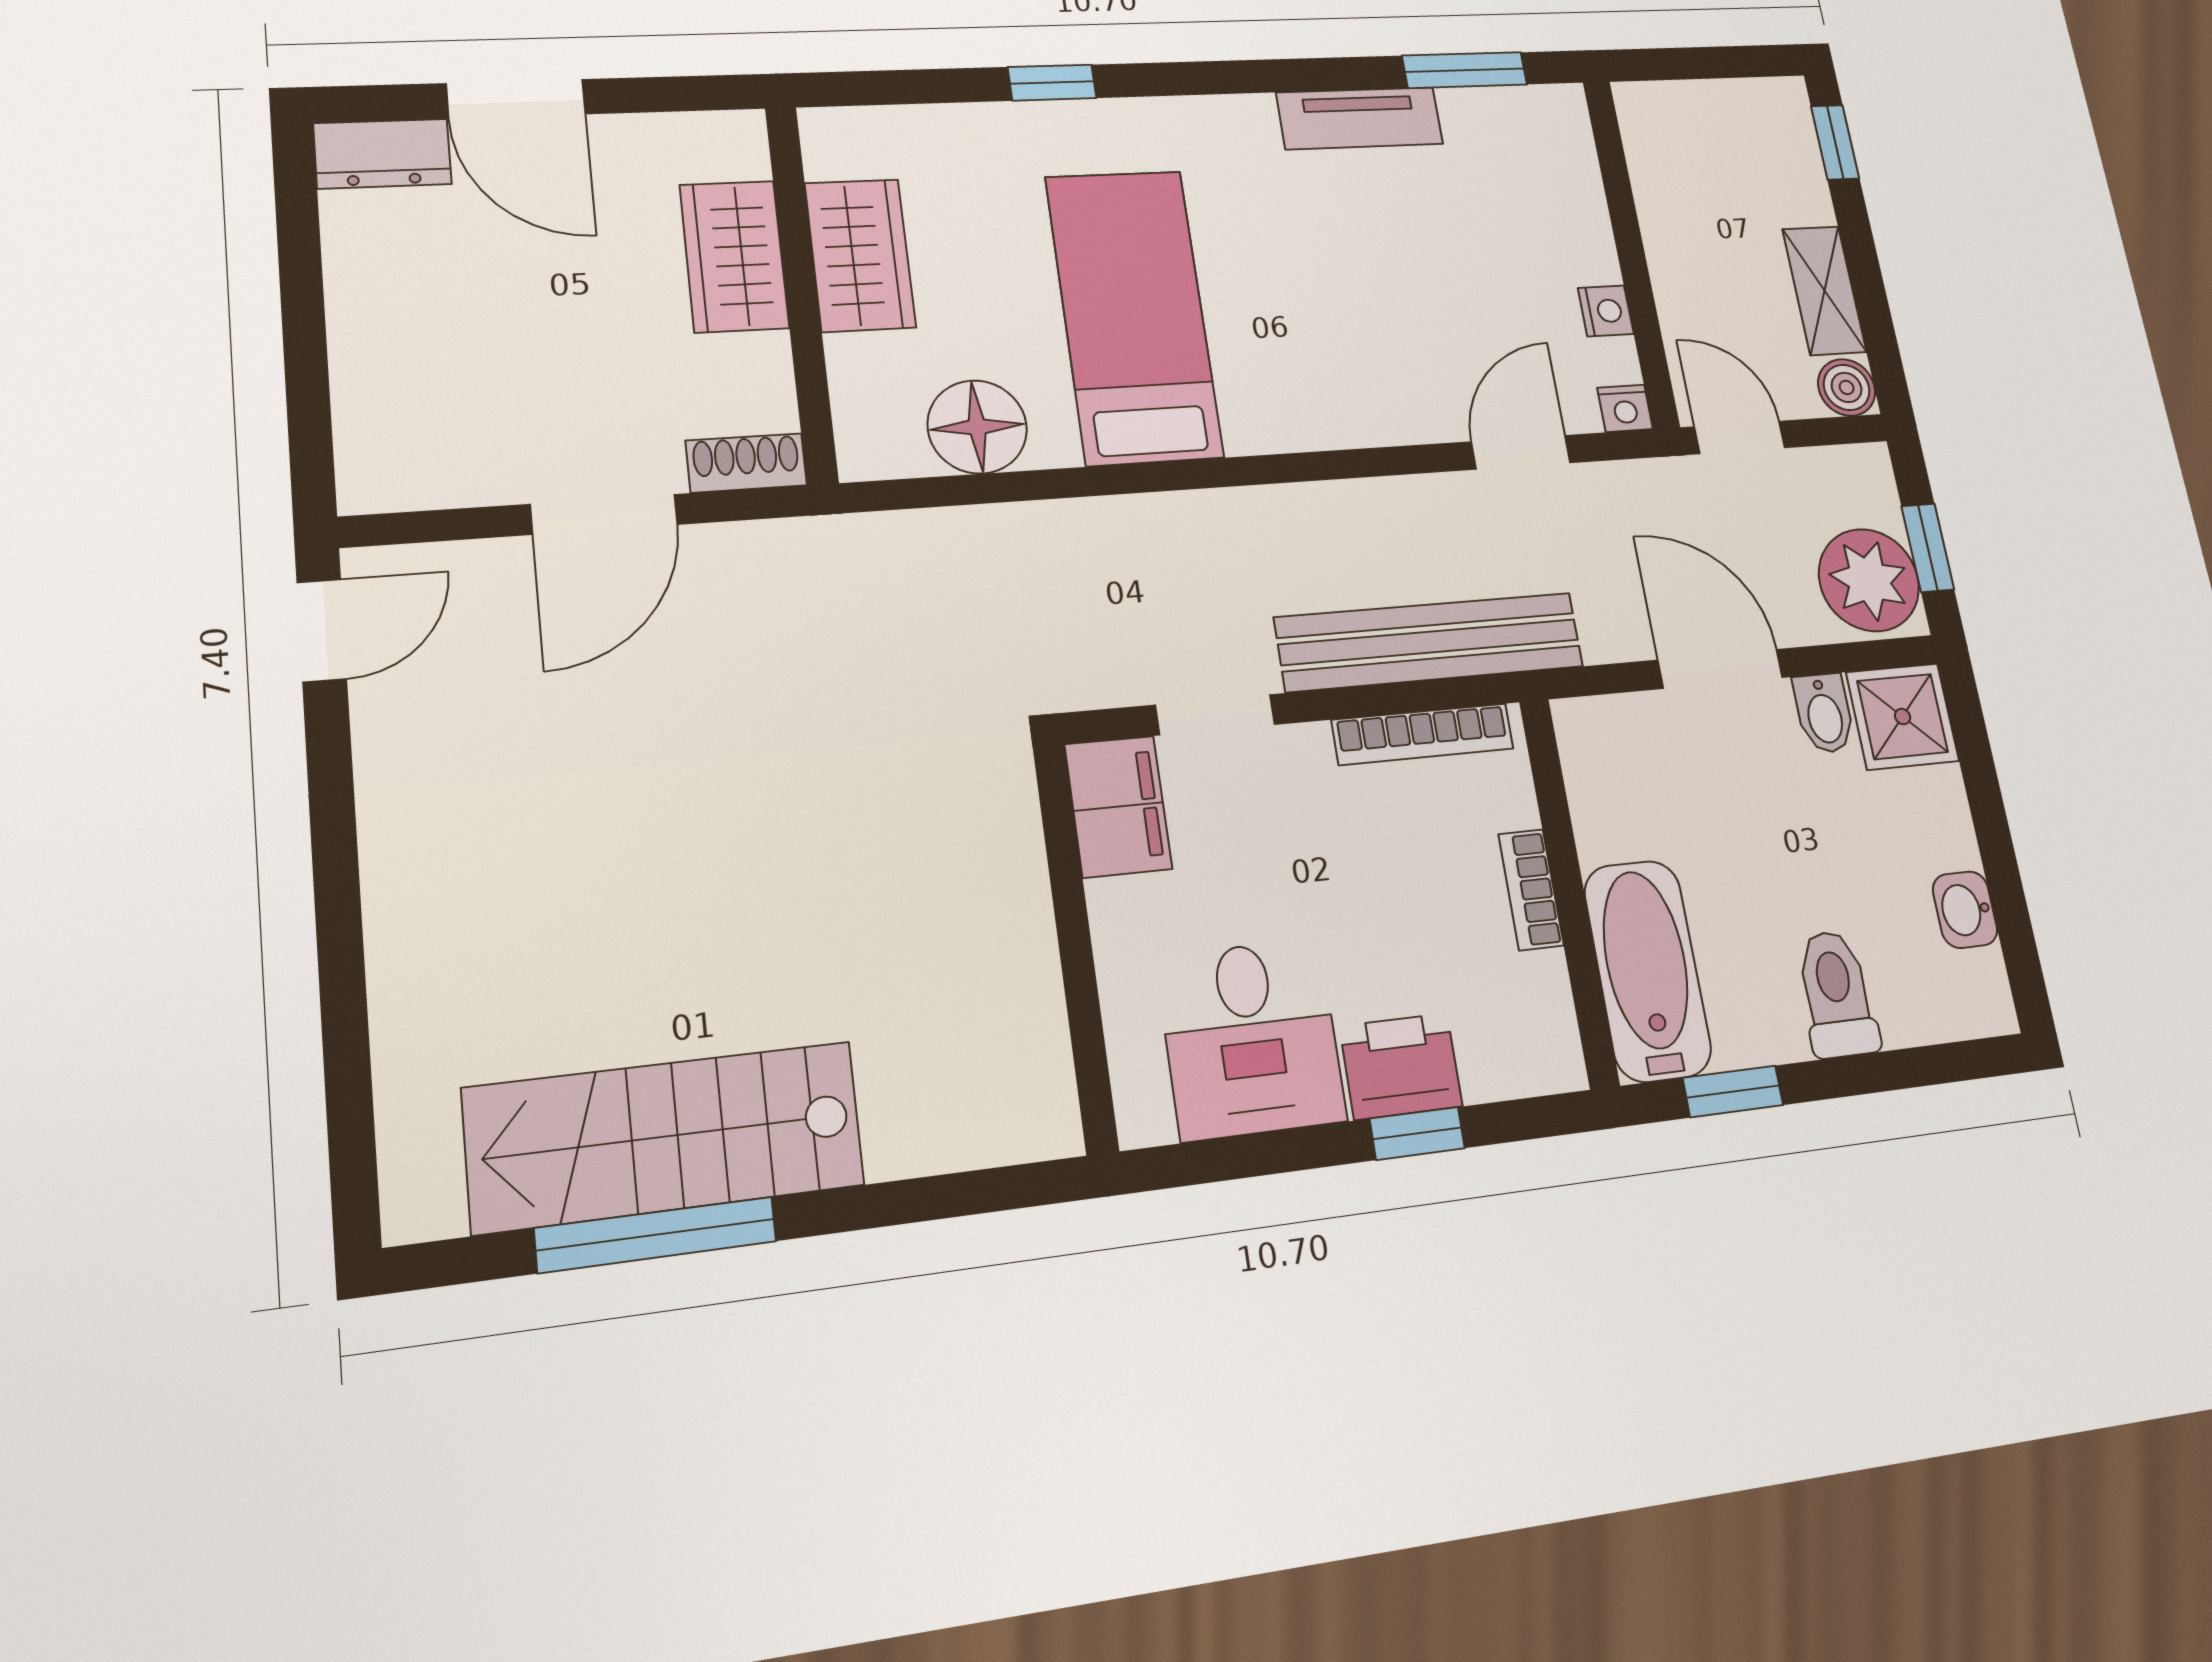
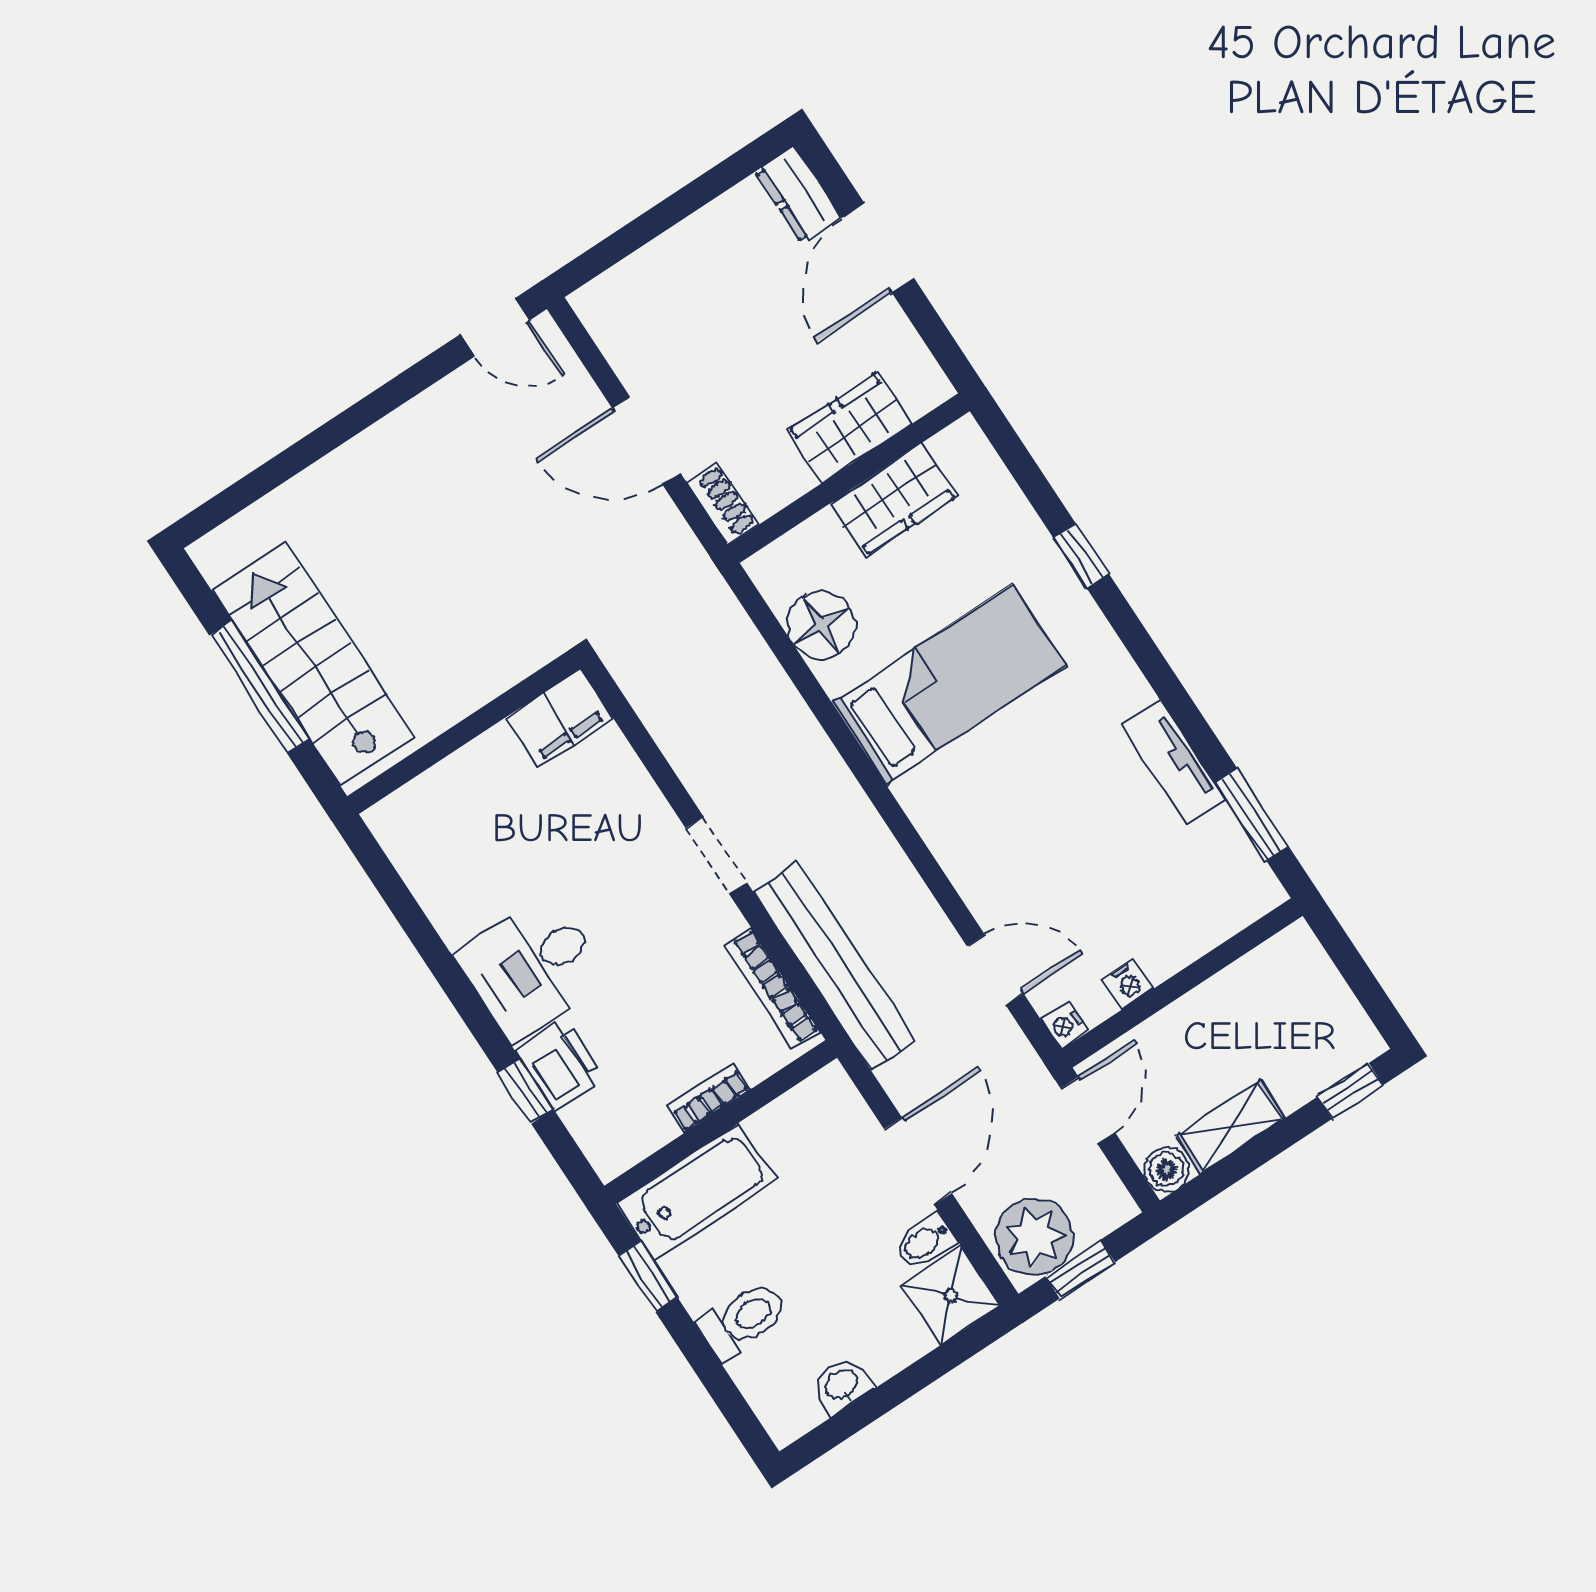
filing cabinet: (1118, 806) -> (559, 718), moved
wall: (1075, 945) -> (464, 732), moved

